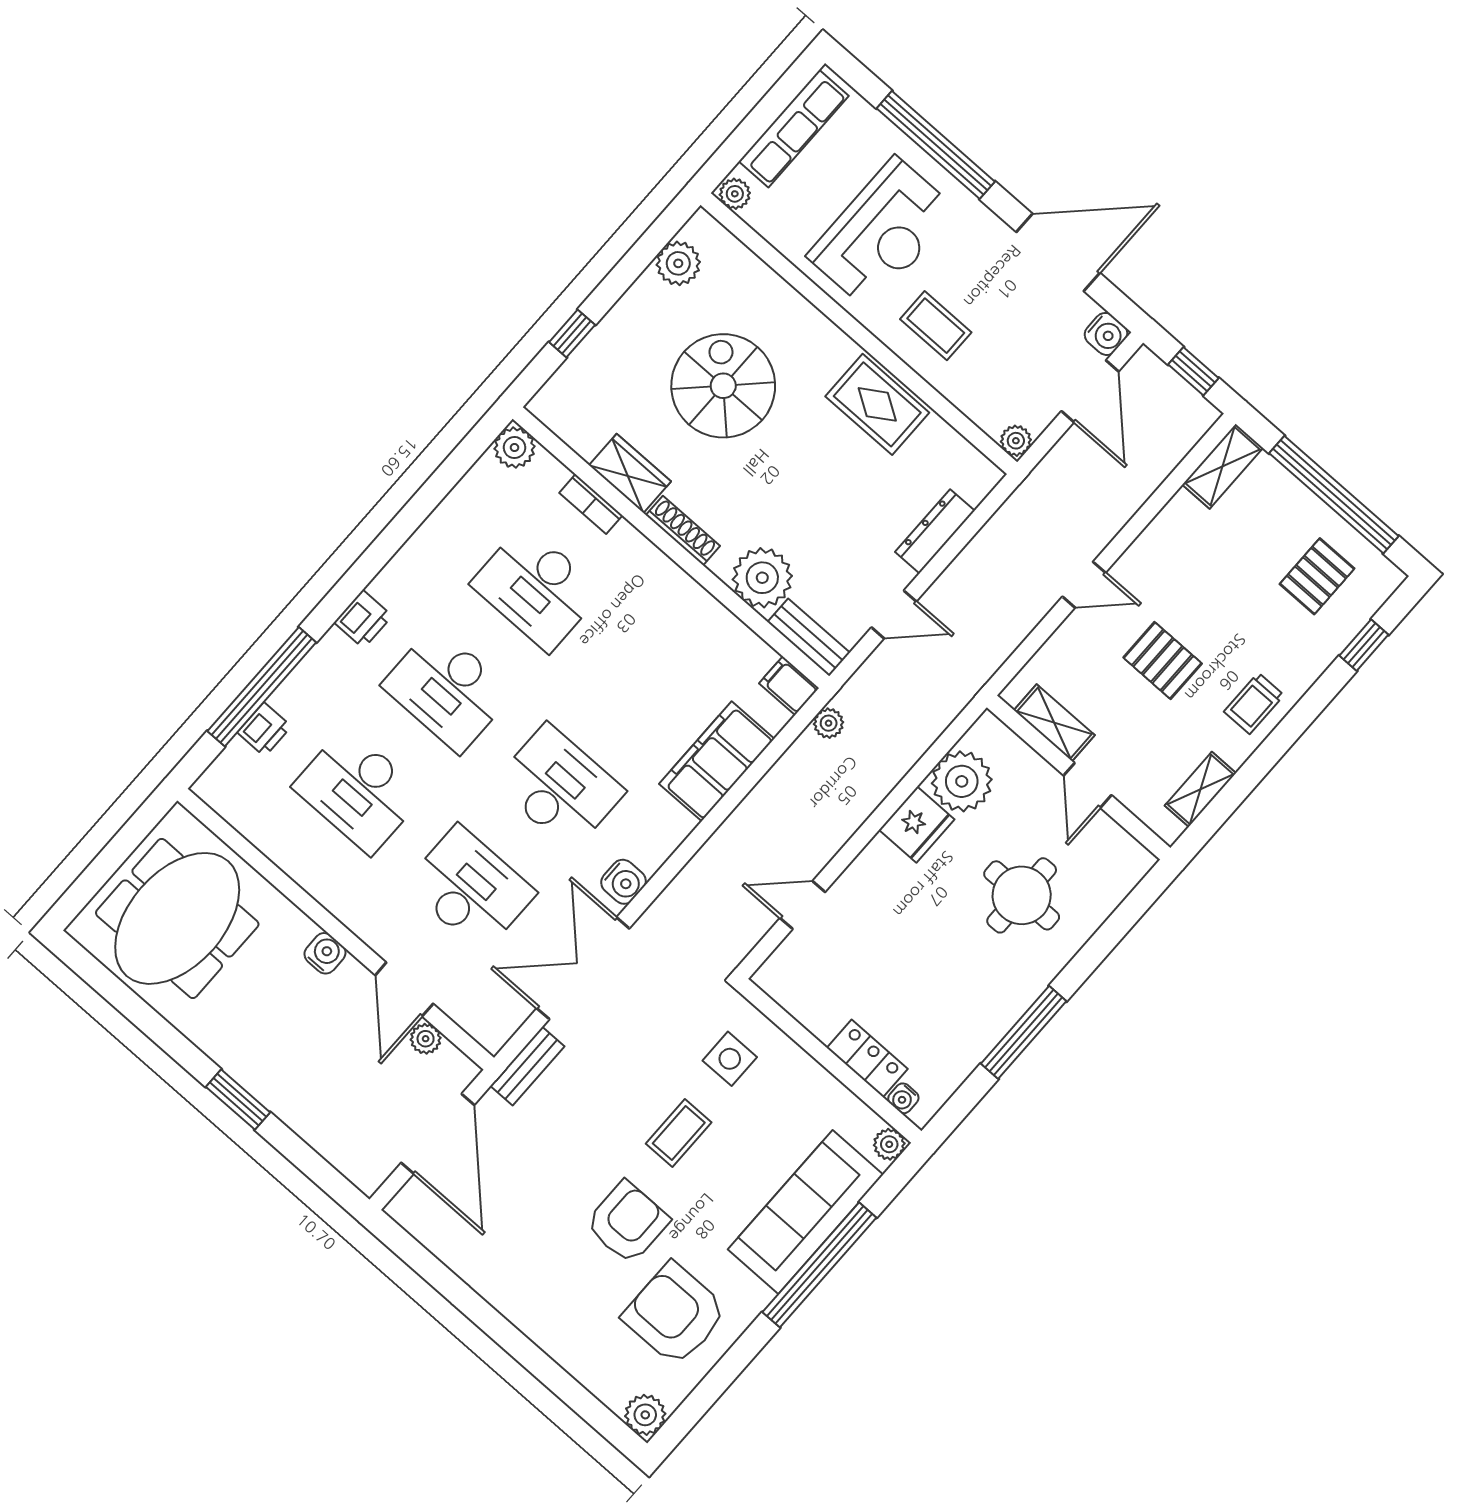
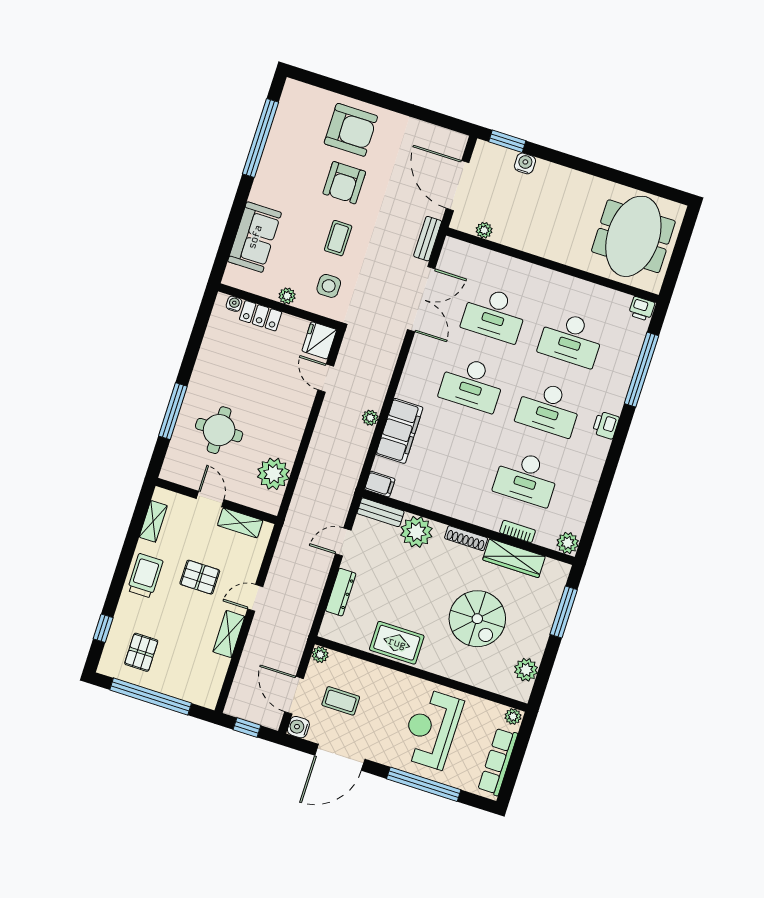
coffee table: (936, 326) -> (341, 701), moved
window: (572, 334) -> (564, 612), width x2.17
shelving: (1223, 466) -> (229, 634), moved
wardrobe: (630, 473) -> (514, 558), width x1.50
desk: (536, 588) -> (526, 478), turned 180
desk: (447, 689) -> (549, 408), turned 180
trolley: (1254, 703) -> (145, 576), width x1.36, depth x1.39
plant: (829, 723) -> (370, 418), moved
printer: (264, 729) -> (642, 309), moved, turned -90
desk: (358, 791) -> (571, 339), turned 180
fridge: (917, 825) -> (319, 340), moved
water cooler: (624, 882) -> (420, 351), removed
door: (803, 905) -> (326, 378), swing flipped
water cooler: (325, 953) -> (525, 163), moved, turned 180
door: (404, 989) -> (505, 250), removed
window: (1024, 1032) -> (173, 411), moved
window: (238, 1100) -> (507, 141), moved
plant: (889, 1144) -> (287, 296), moved
sofa: (806, 1212) -> (255, 237), width x0.73
window: (819, 1265) -> (261, 138), moved
armchair: (675, 1314) -> (351, 130), moved
plant: (645, 1415) -> (294, 91), removed

